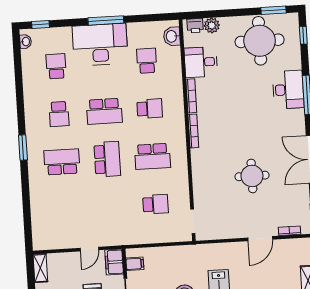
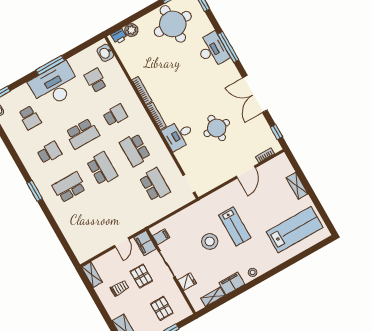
desk: (201, 62) -> (178, 135), moved
school desk: (56, 66) -> (30, 118), turned 180
school desk: (59, 114) -> (49, 152), turned -90
school desk: (153, 156) -> (135, 150), turned 90
school desk: (155, 204) -> (155, 185), width x1.85

